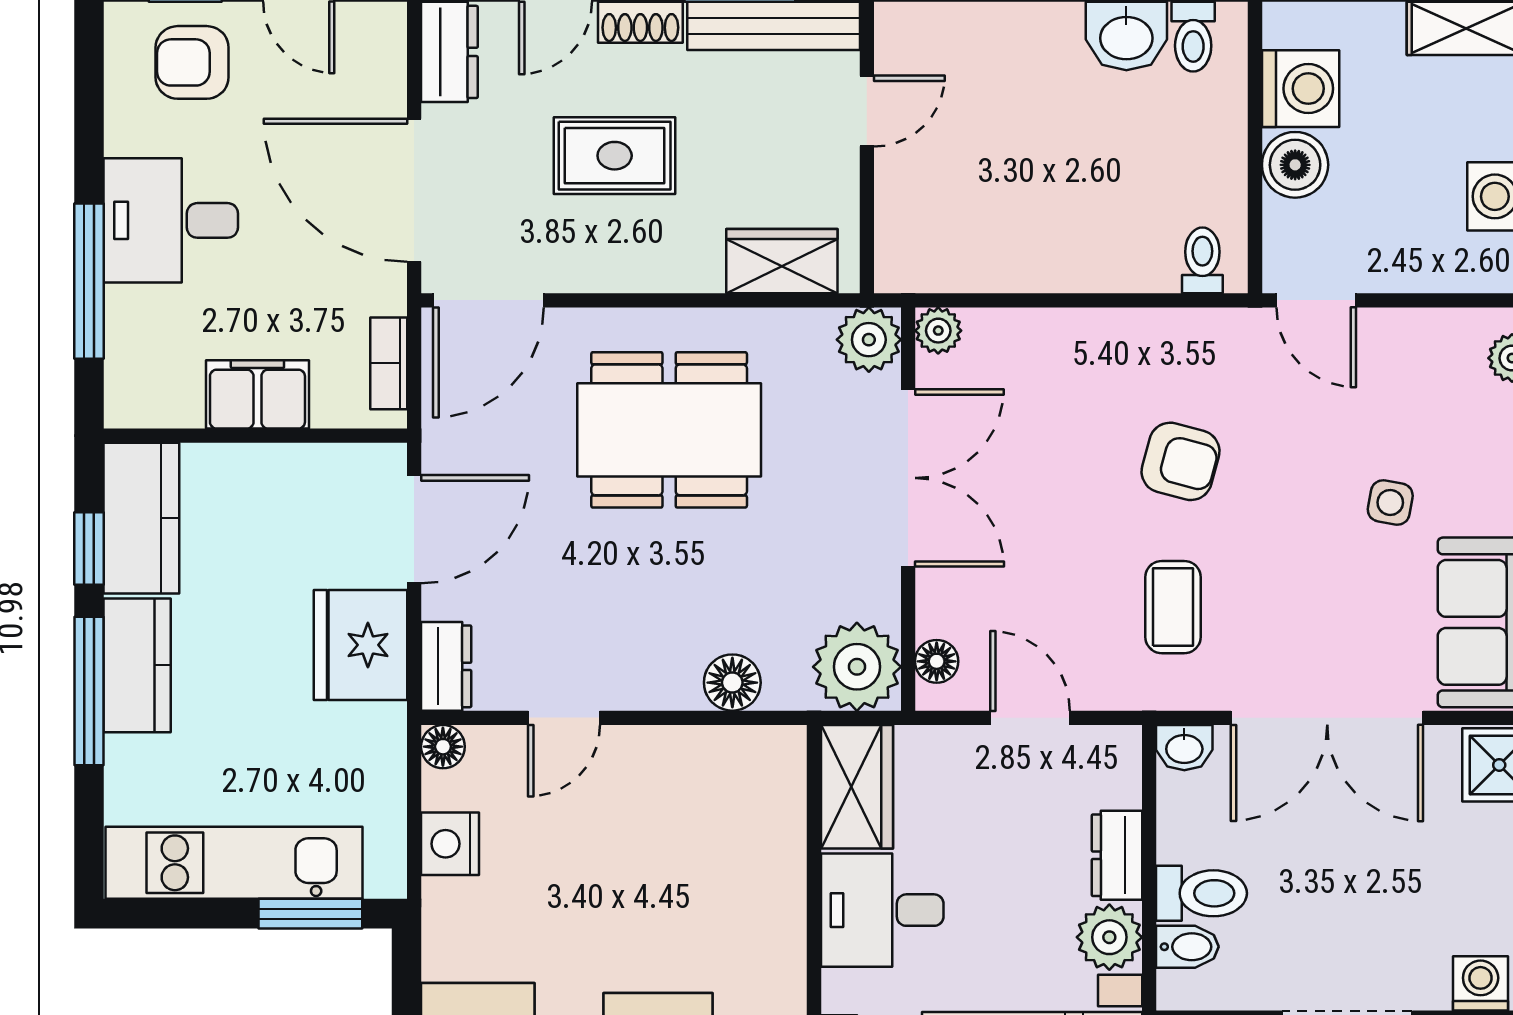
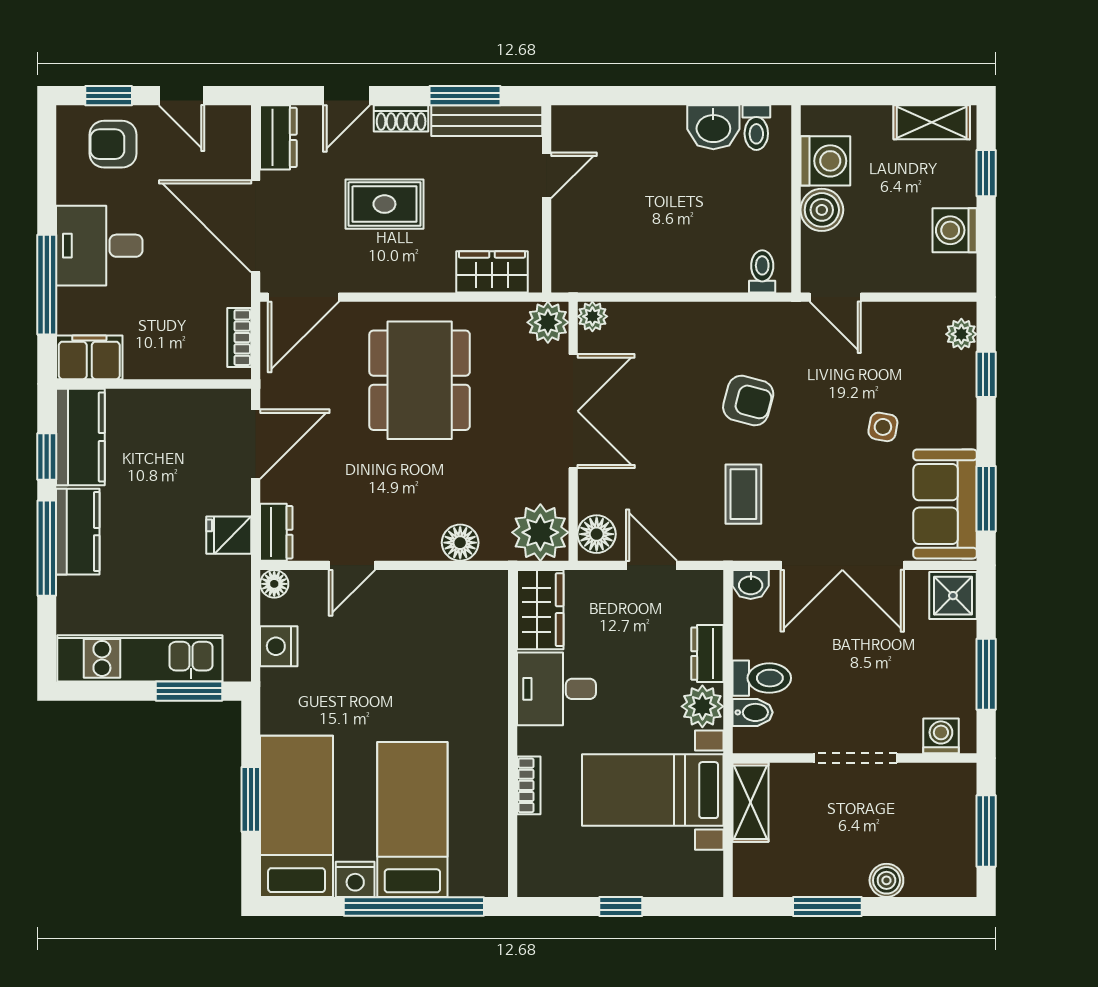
filing cabinet: (257, 394) -> (89, 357), moved
dining table: (669, 430) -> (420, 380), turned 90
fridge: (360, 645) -> (229, 535), width x0.53, depth x0.75
floor lamp: (937, 661) -> (597, 534), width x1.37, depth x1.37

